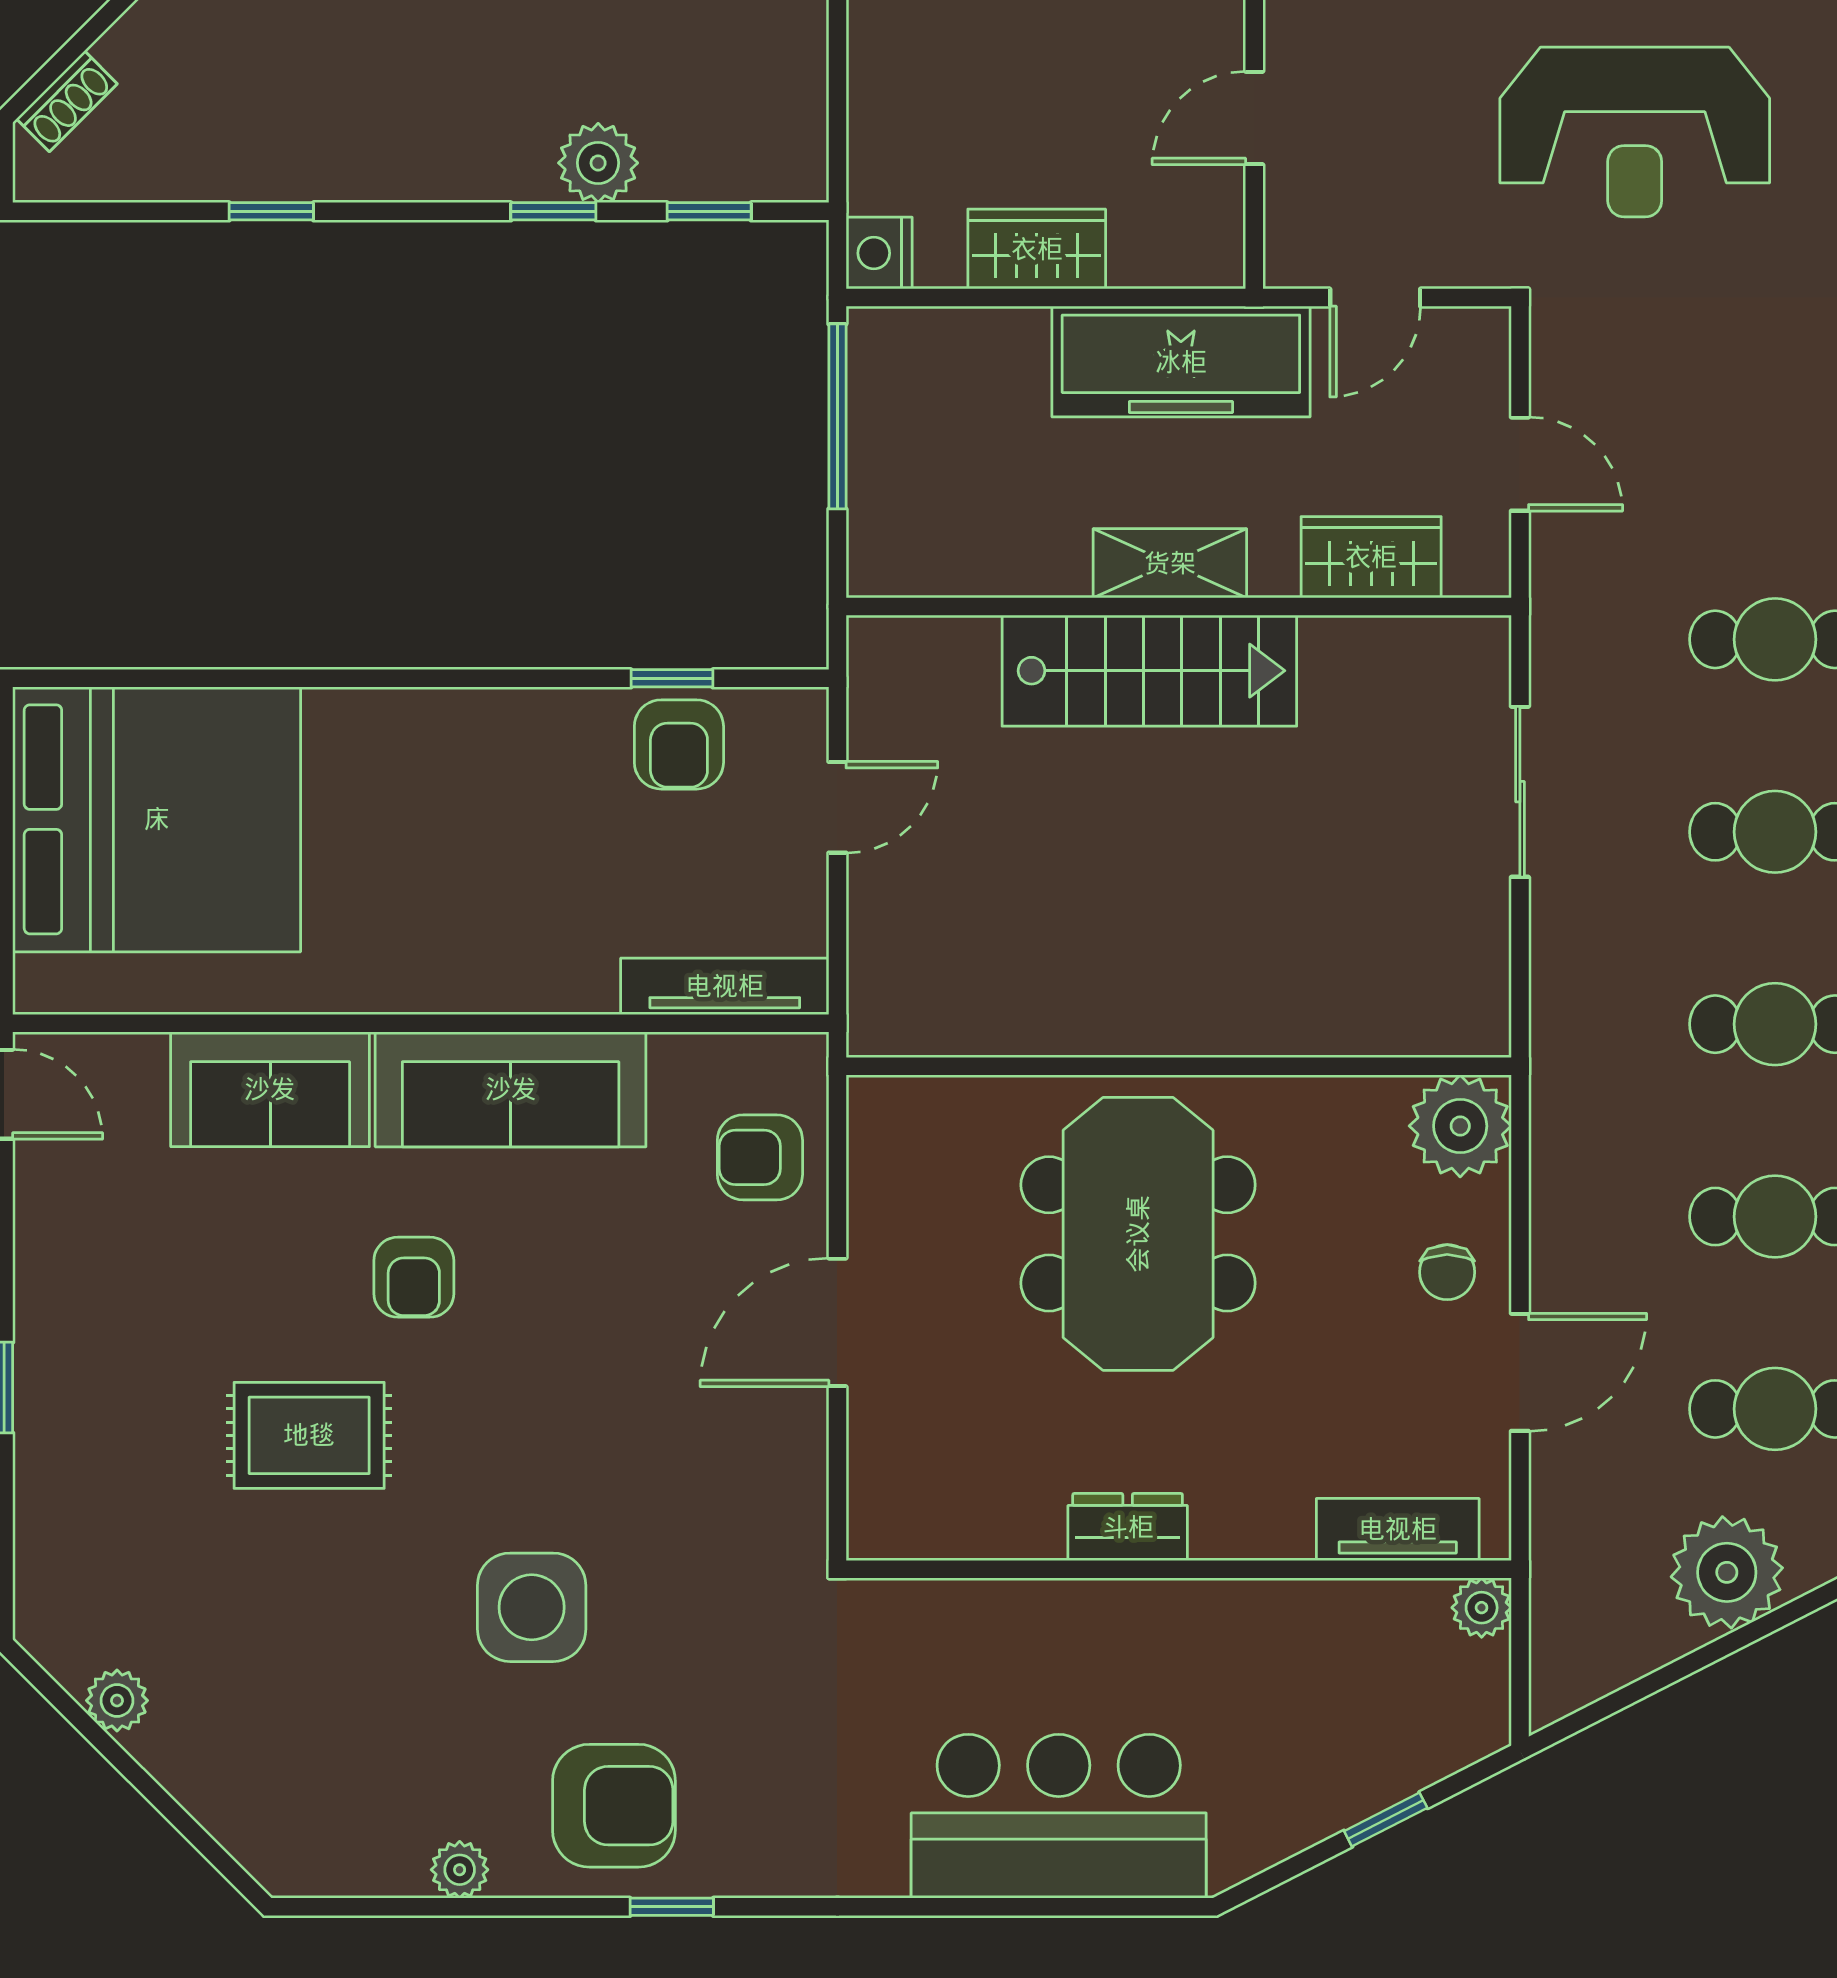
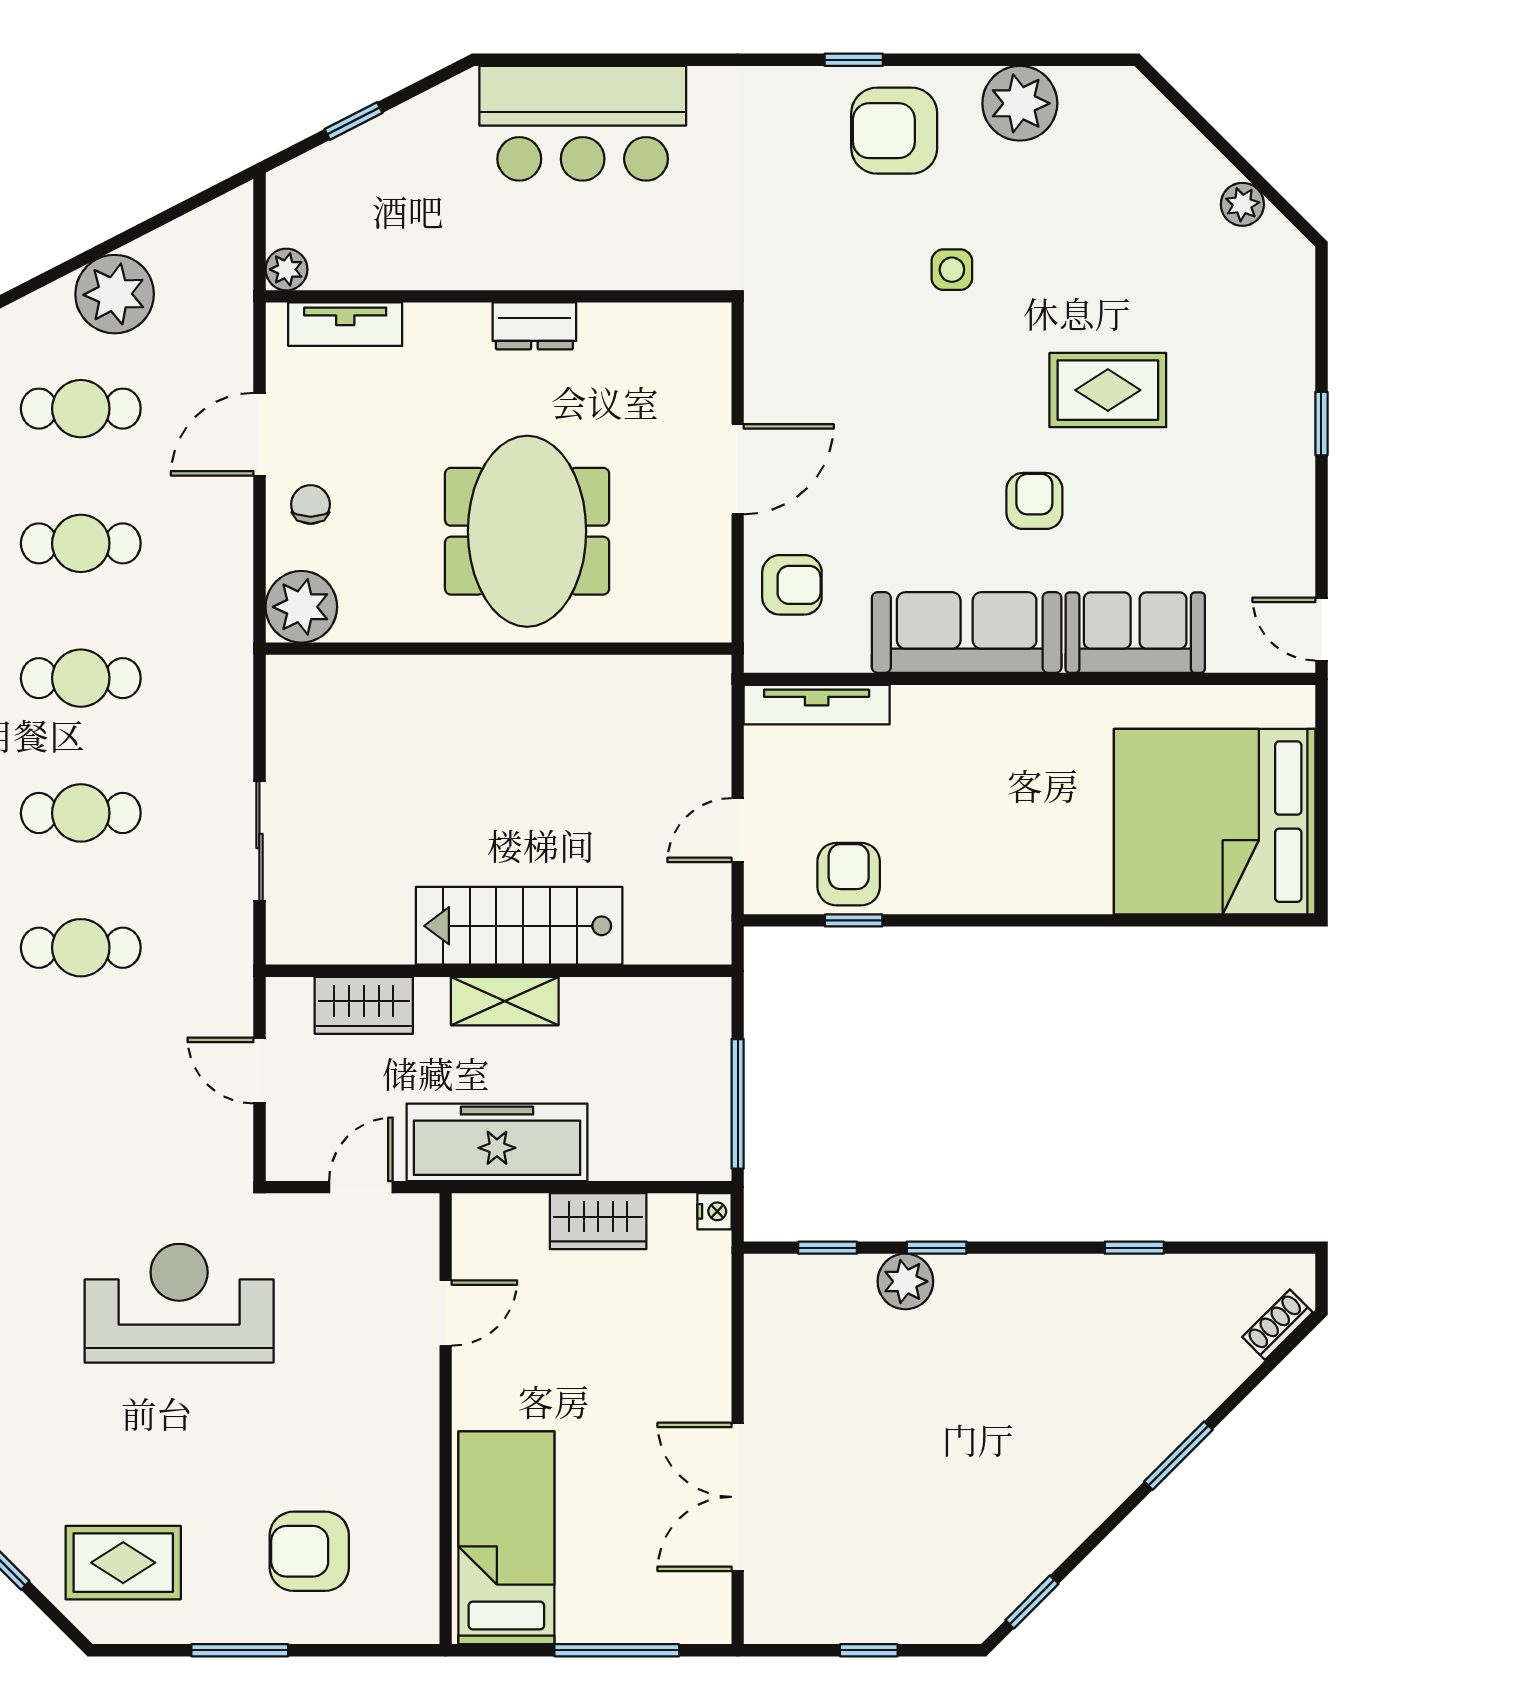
nightstand: (879, 253) -> (714, 1211), width x0.72, depth x0.74
side table: (532, 1607) -> (952, 270), width x0.54, depth x0.54
plant: (460, 1870) -> (1020, 103), width x1.88, depth x1.88

